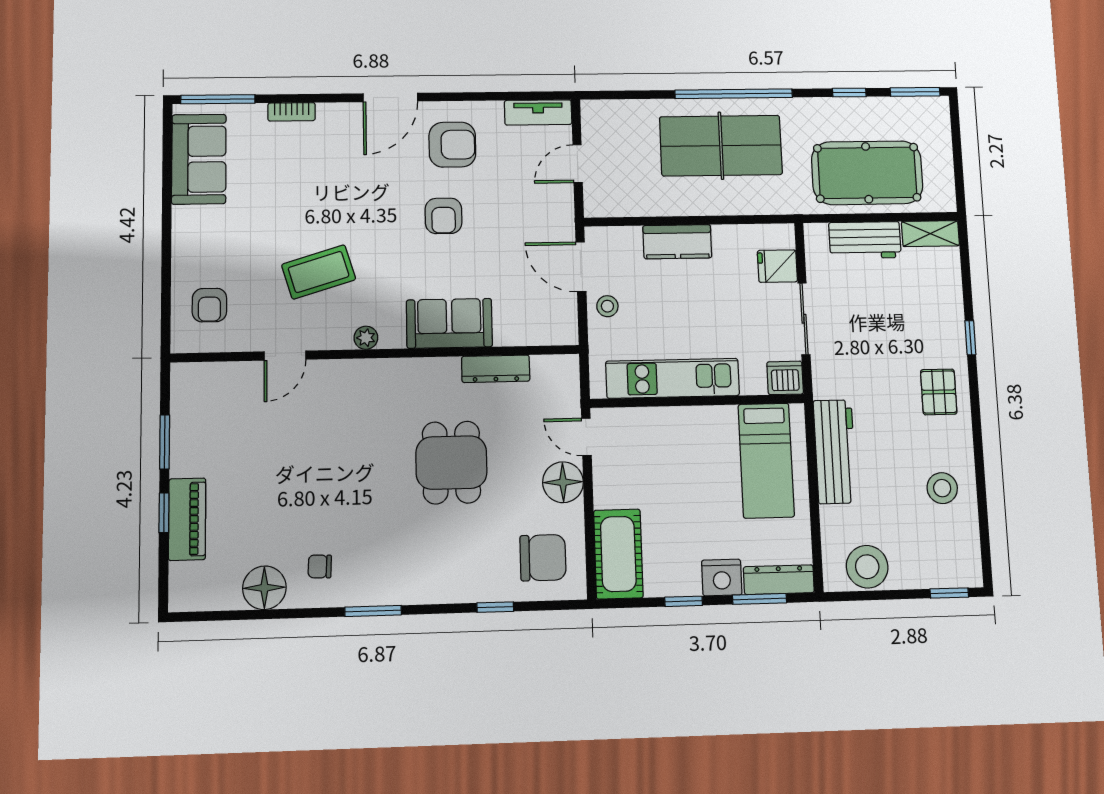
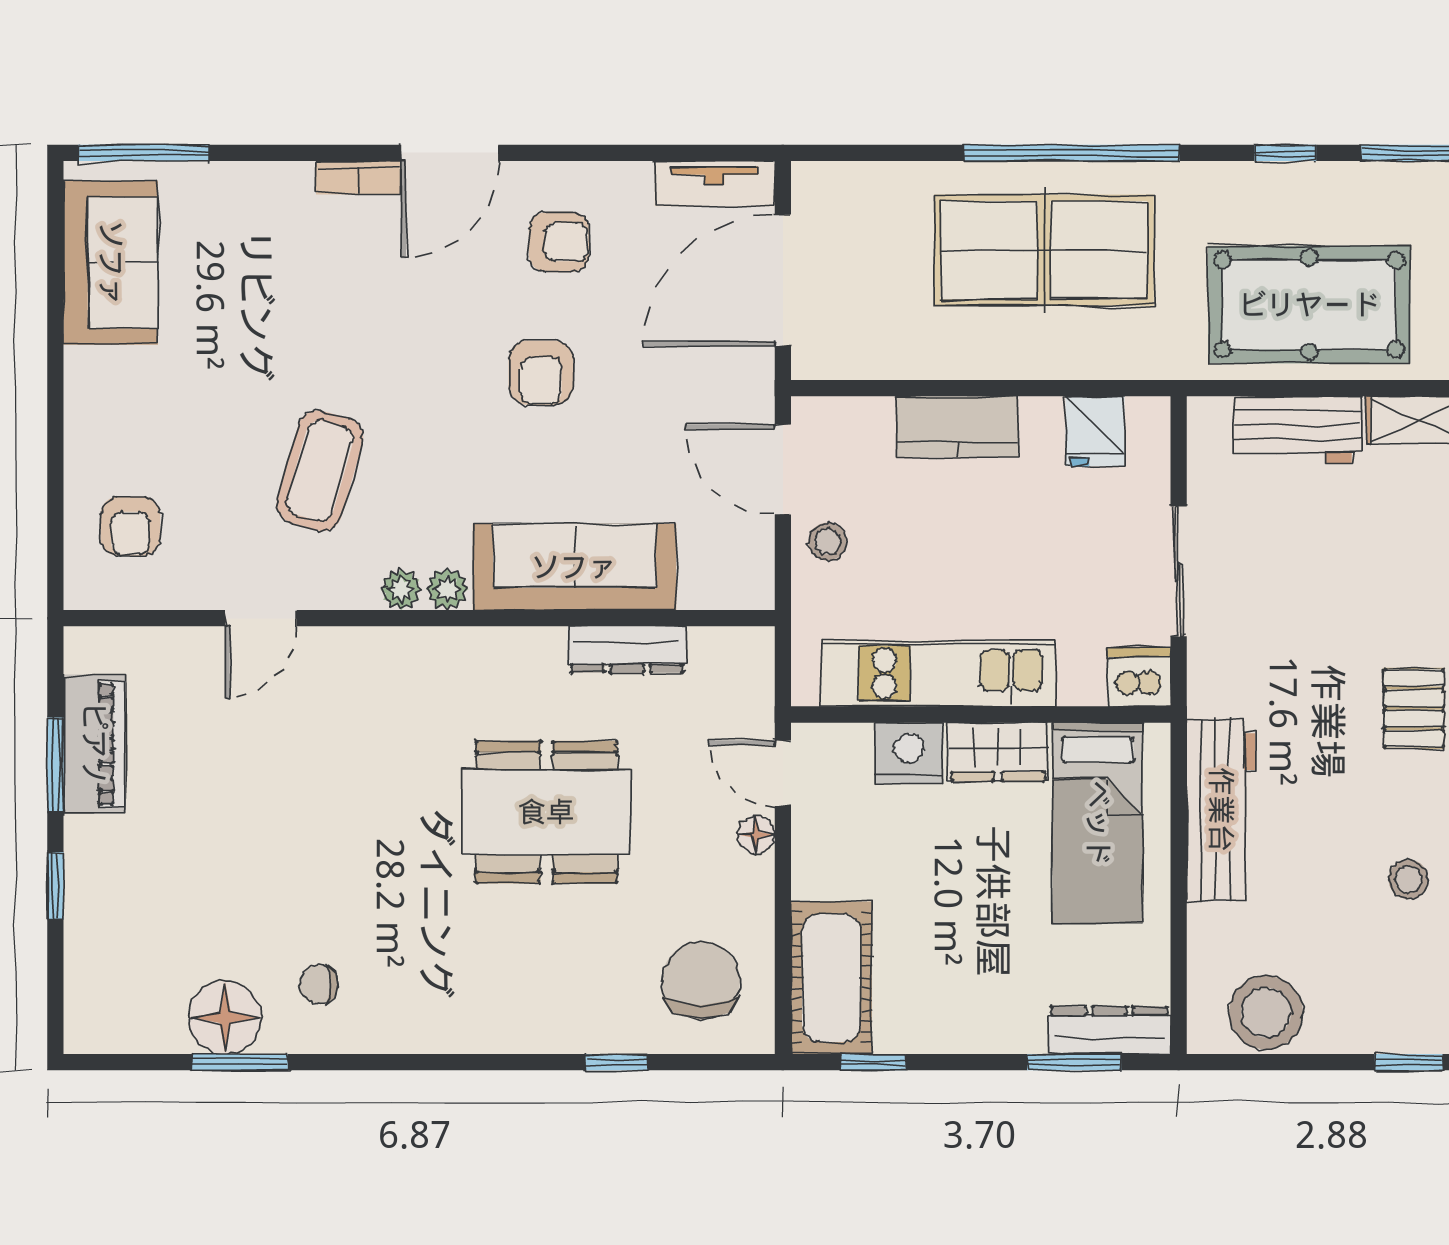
bookcase: (292, 112) -> (358, 178), moved
armchair: (452, 145) -> (559, 242), width x0.72, depth x0.72
door: (578, 164) -> (783, 280), width x1.87
fridge: (777, 266) -> (1095, 431), moved, turned -90
coffee table: (319, 272) -> (320, 471), turned -57
sofa: (449, 323) -> (574, 567), width x1.36
plant: (392, 337) -> (447, 589), added
wardrobe: (708, 422) -> (998, 752), added
dining table: (451, 463) -> (546, 812), width x1.38
floor lamp: (563, 482) -> (756, 835), width x0.53, depth x0.53
stool: (942, 488) -> (1408, 879), width x0.73, depth x0.73
piano: (187, 519) -> (94, 744), moved
chair: (543, 558) -> (701, 980), turned -90
nightstand: (722, 577) -> (909, 753), moved, turned 180
window: (684, 601) -> (873, 1062), moved
window: (373, 611) -> (240, 1062), moved

